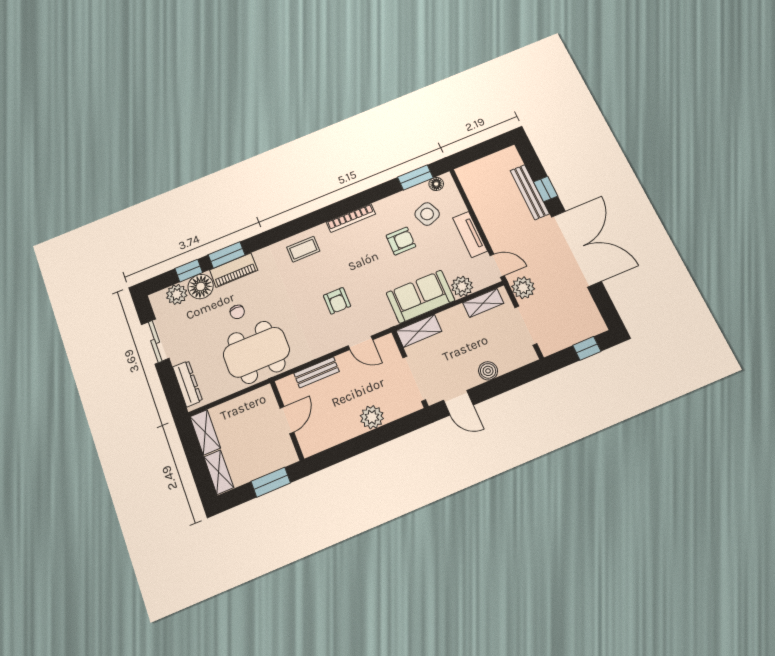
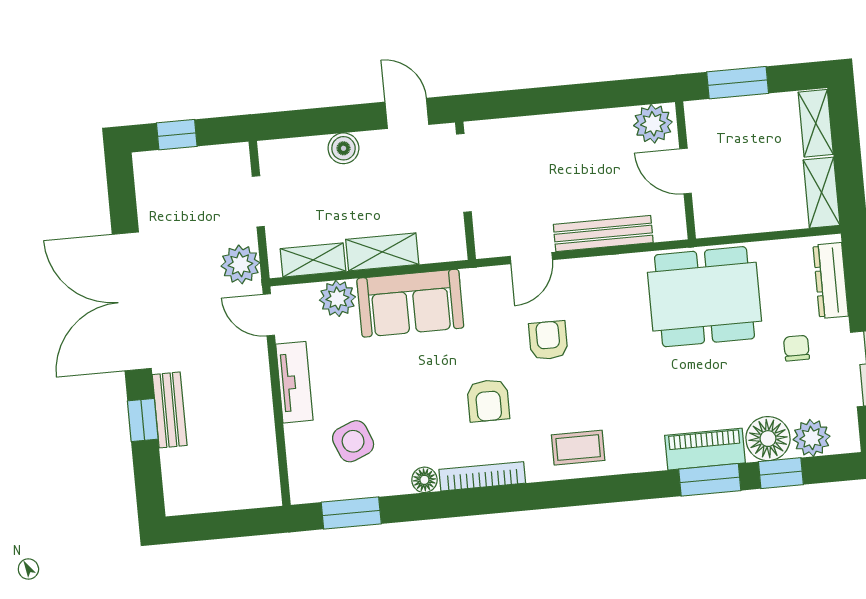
floor lamp: (436, 184) -> (424, 480), moved
bench: (530, 192) -> (170, 410), width x0.73
armchair: (401, 241) -> (488, 401), moved, turned -90
chair: (237, 312) -> (797, 348), moved
doorway: (526, 326) -> (258, 201), width x0.73
shelving: (419, 331) -> (382, 252), moved
door: (360, 343) -> (531, 258), swing flipped
bench: (317, 372) -> (603, 234), width x1.36
plant: (372, 417) -> (653, 124), moved
door: (287, 420) -> (686, 171), hinge flipped

